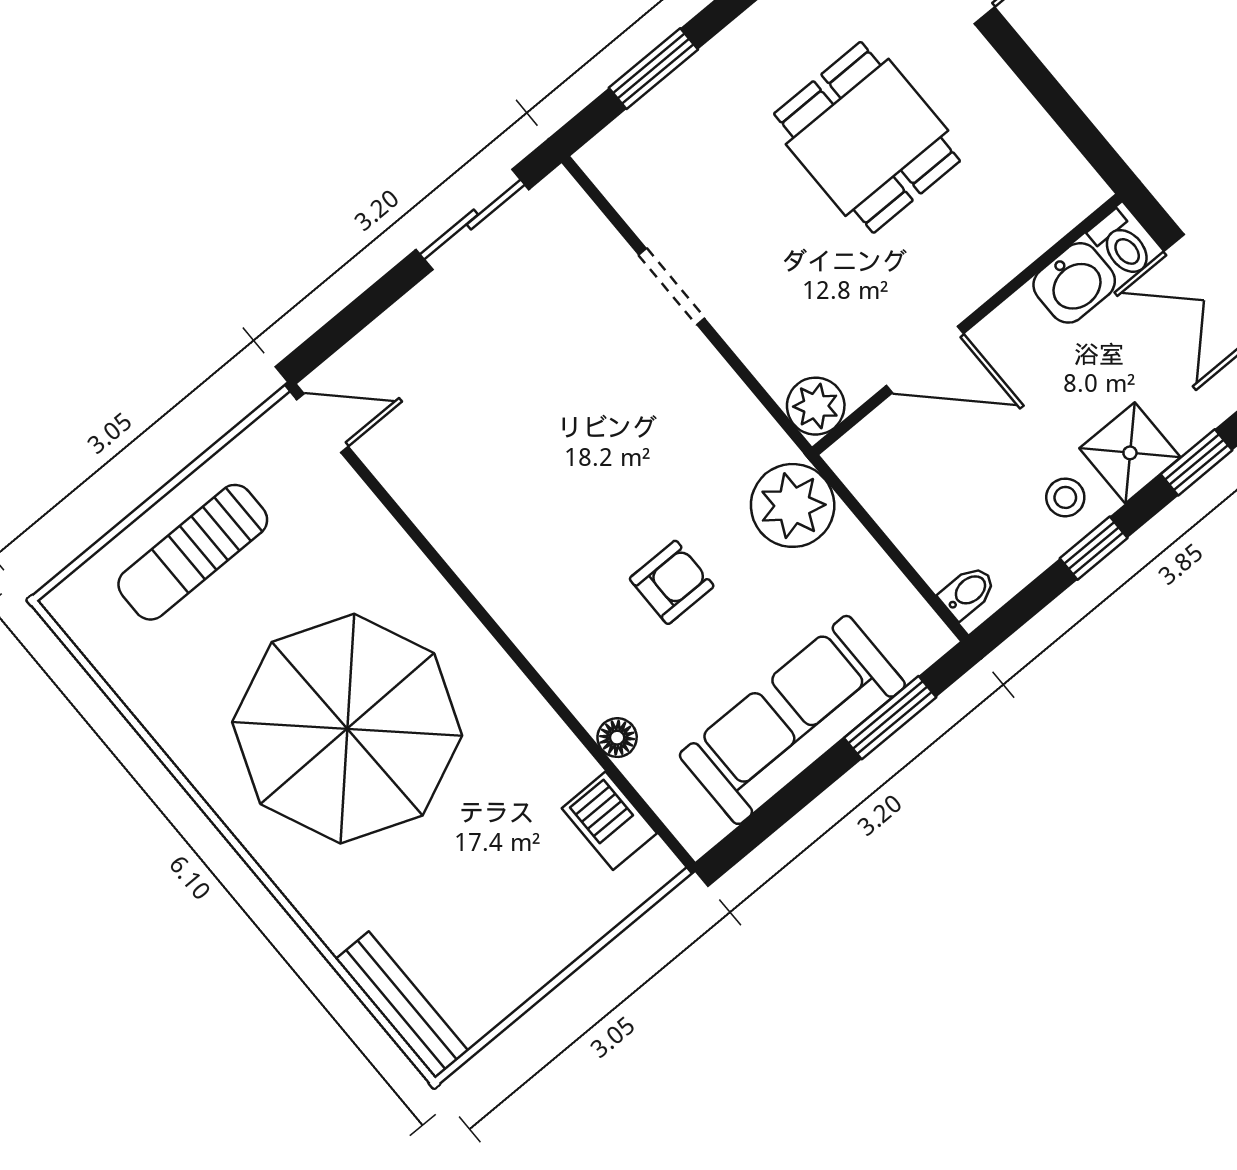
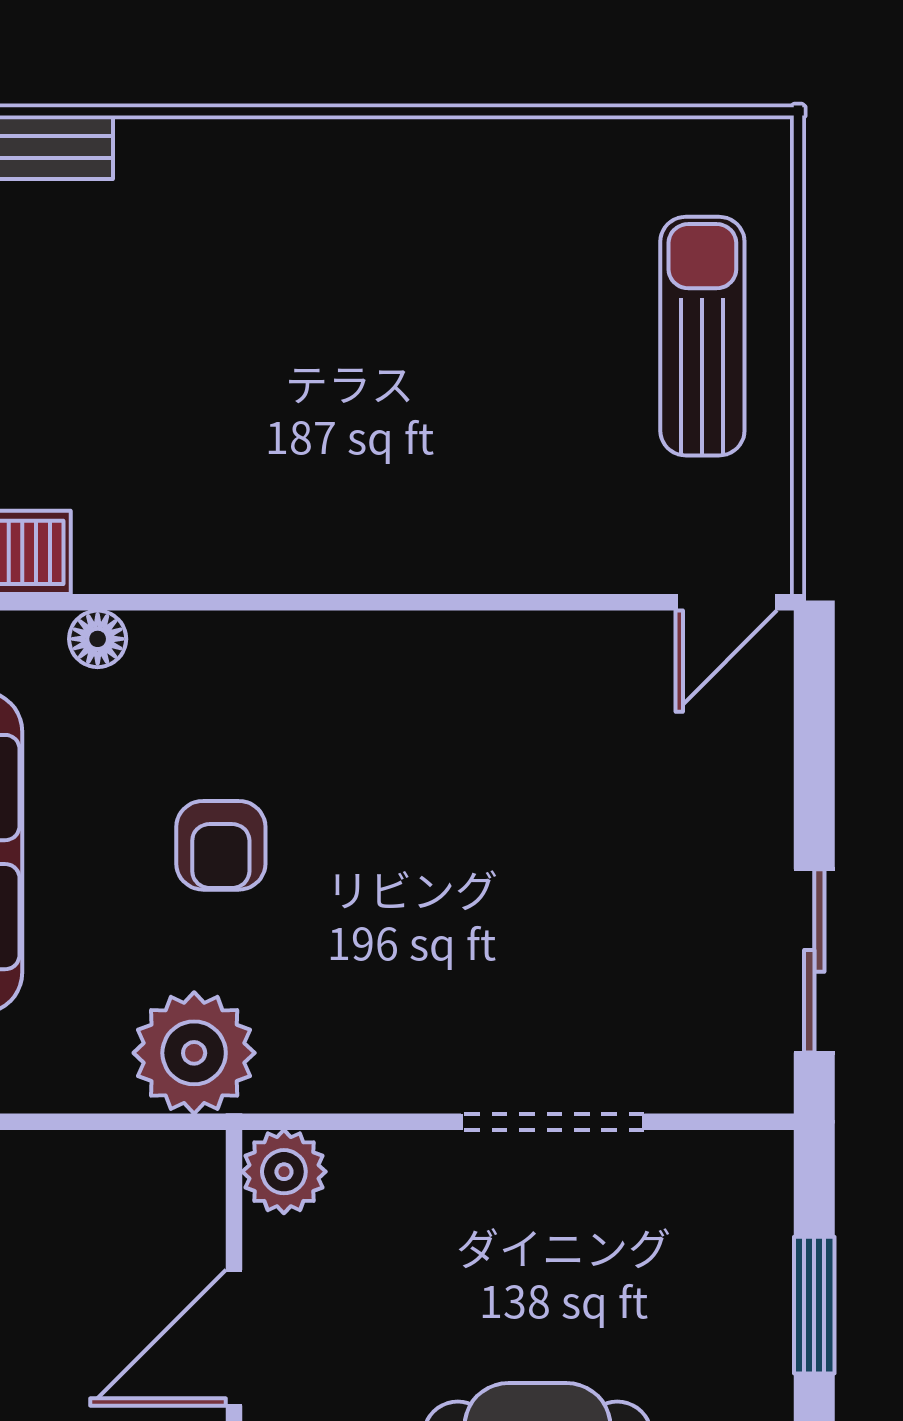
doorway: (672, 287) -> (553, 1122), width x1.38
parasol: (347, 729) -> (360, 344), removed

